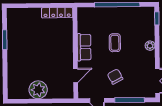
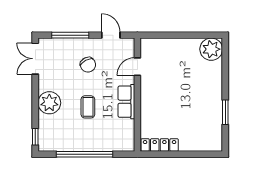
plant: (150, 46) -> (49, 103), width x1.88, depth x1.88
plant: (38, 90) -> (211, 49), moved

